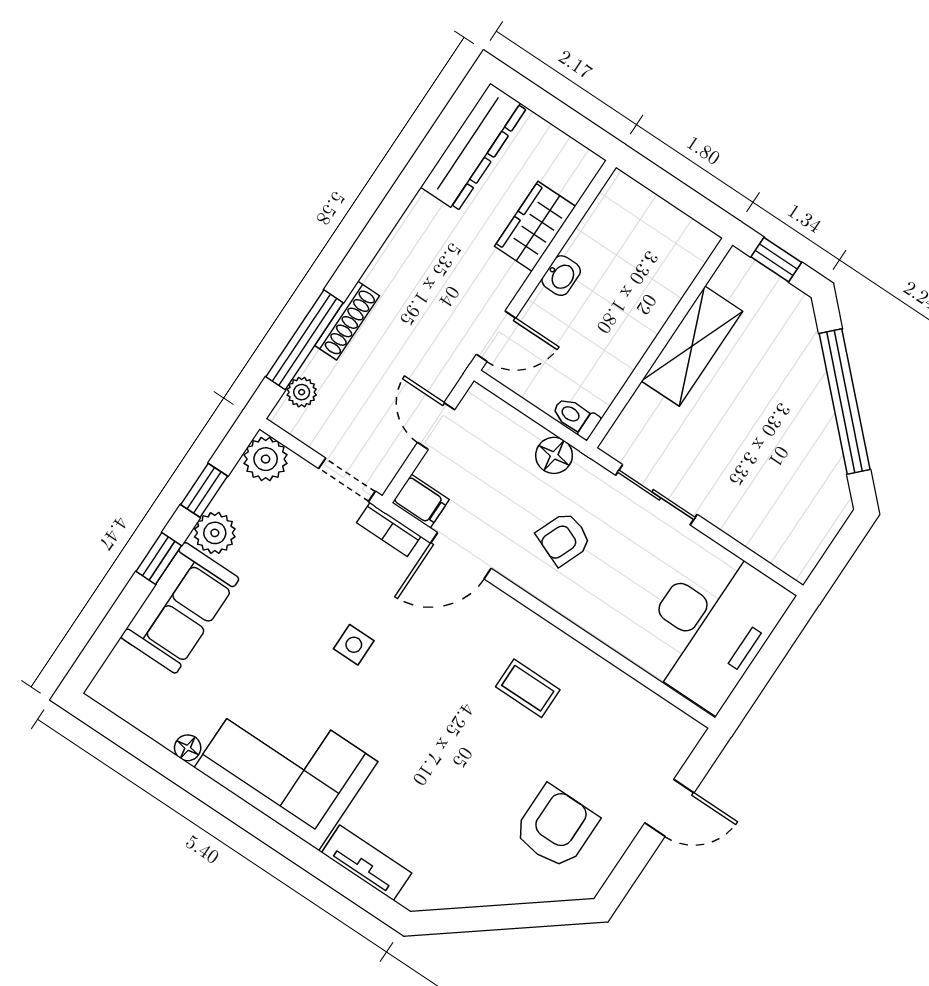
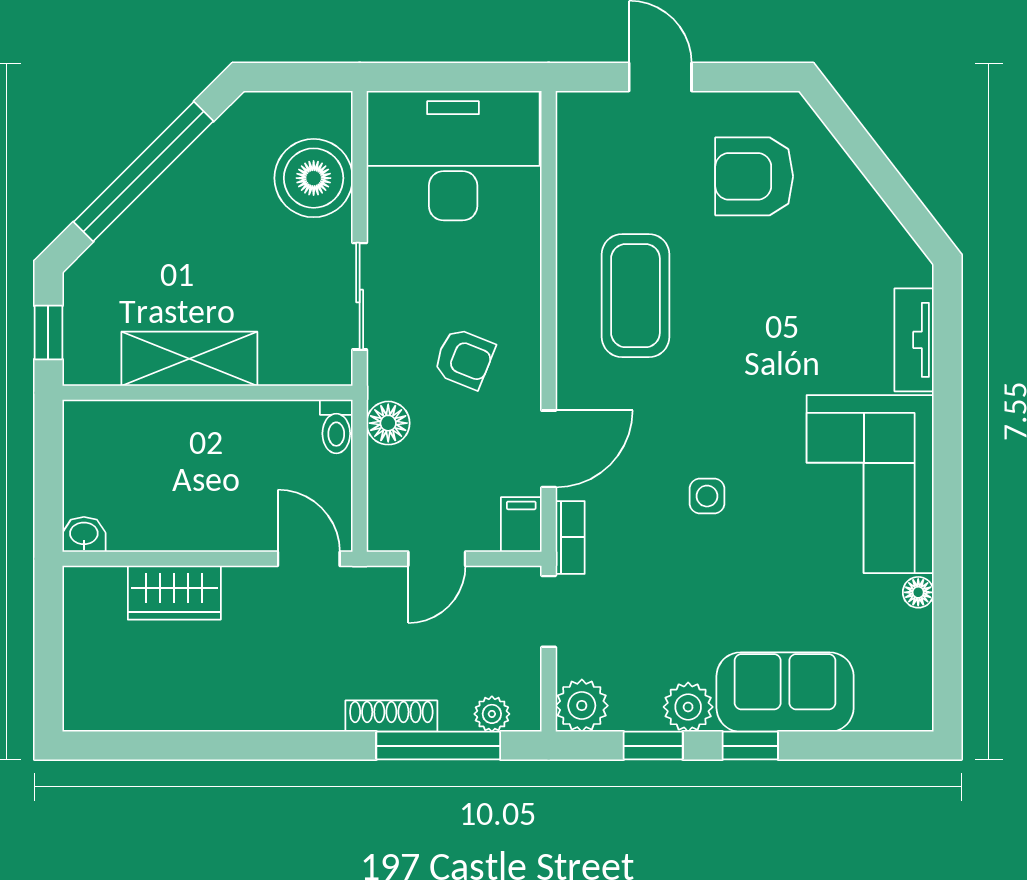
dresser: (474, 147) -> (137, 705), removed
washbasin: (561, 276) -> (84, 534), moved
boiler: (761, 518) -> (314, 178), added
door: (461, 556) -> (549, 449), hinge flipped
coffee table: (528, 688) -> (635, 296), width x1.86, depth x1.72

